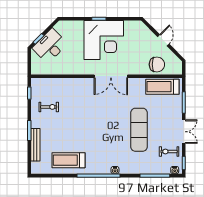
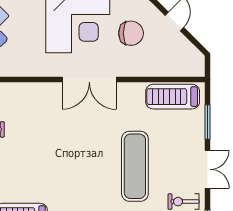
chair: (157, 64) -> (131, 33), moved

